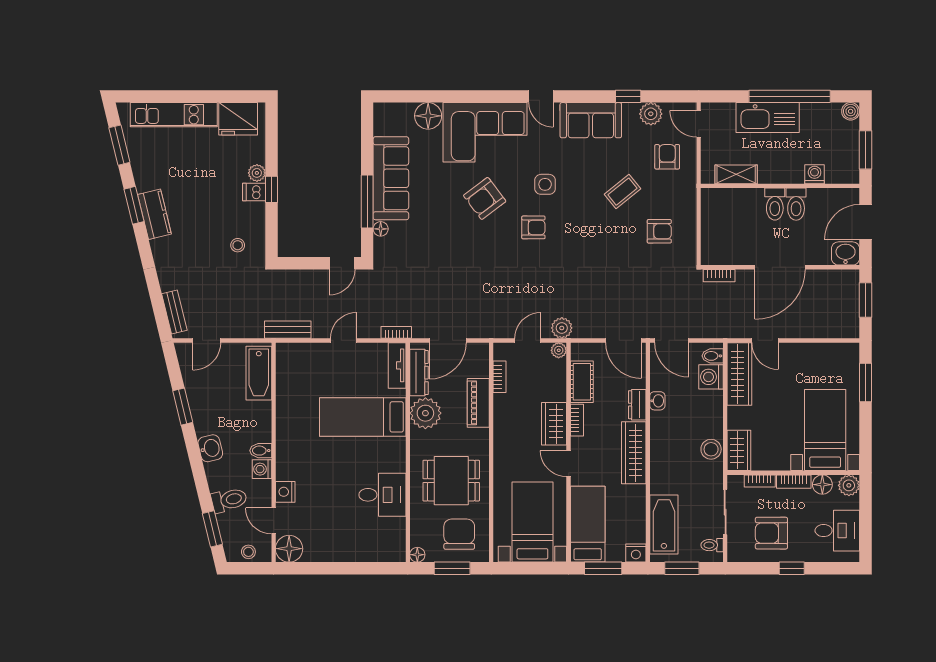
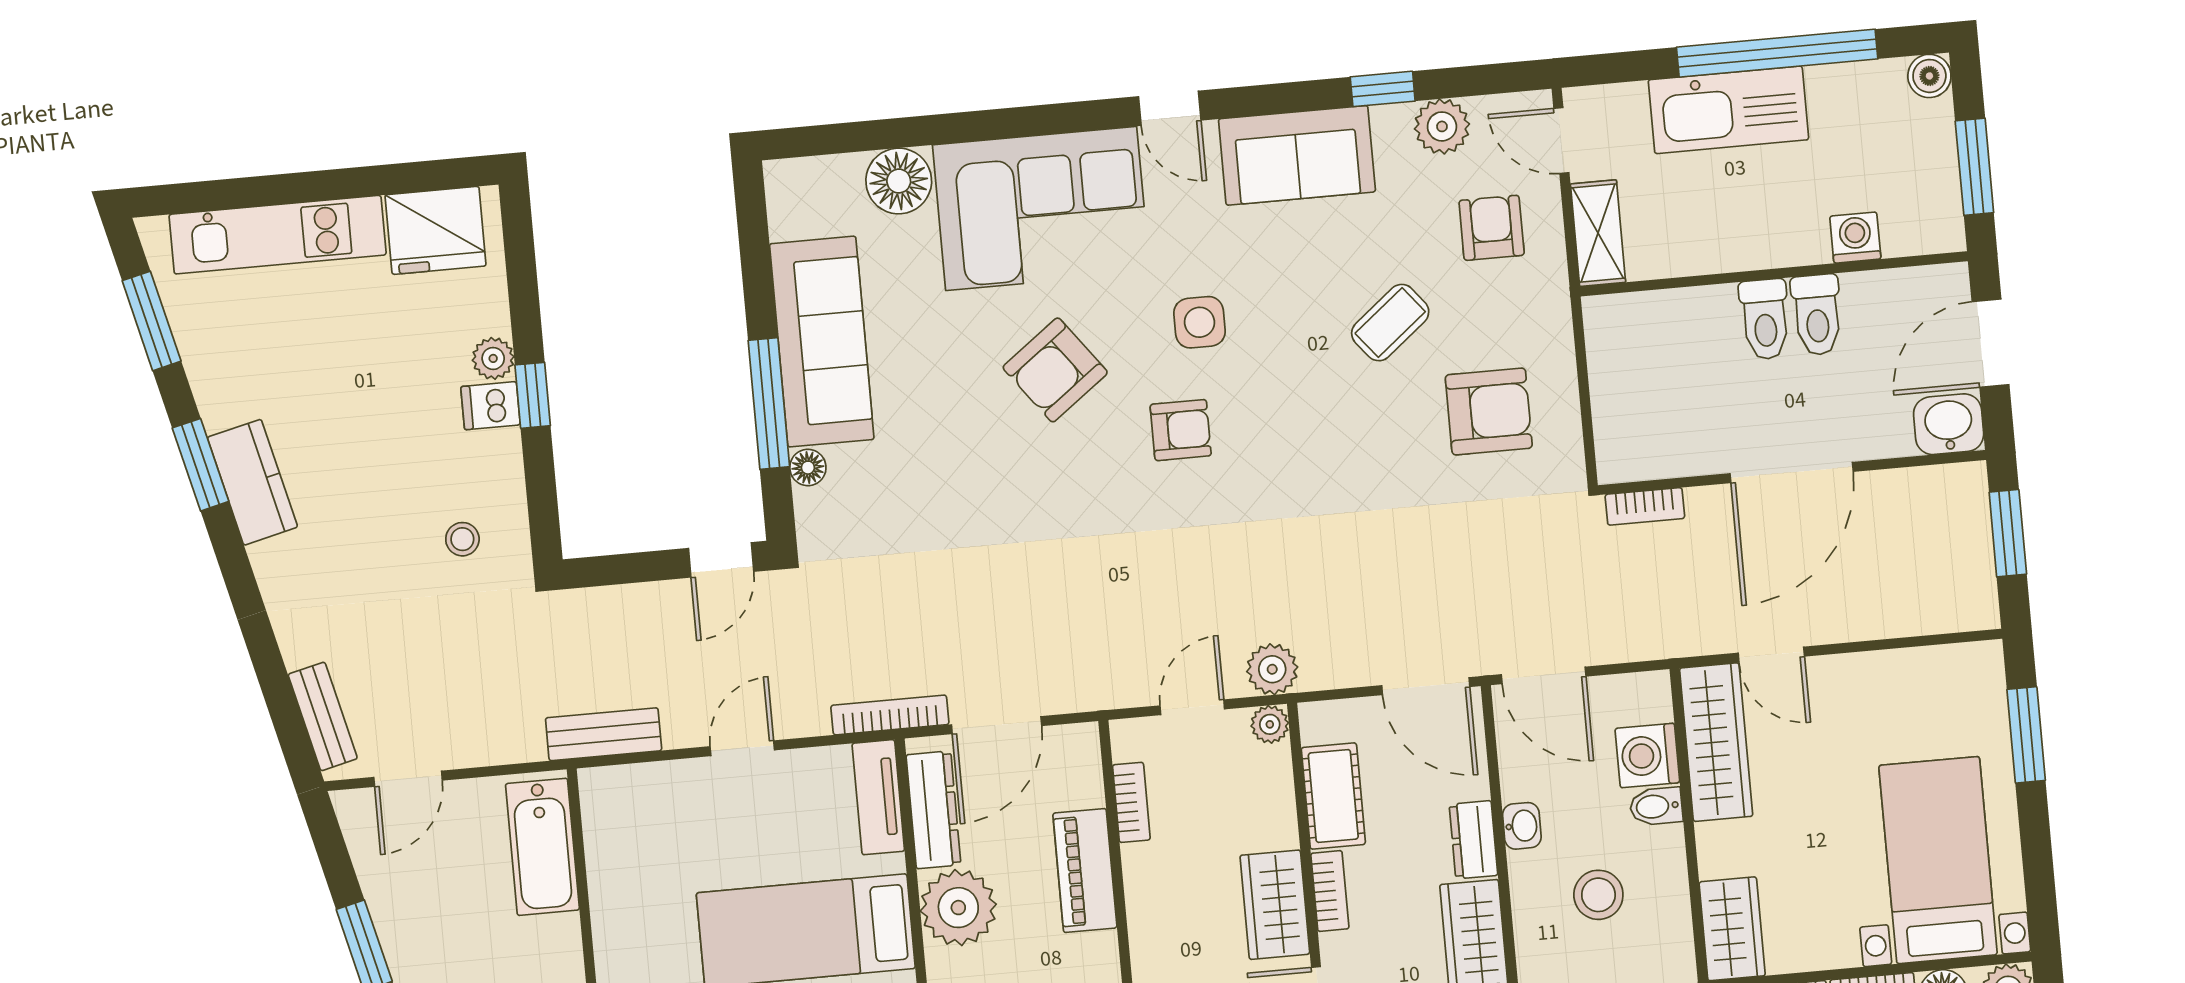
shelving: (736, 174) -> (1598, 233), moved, turned 90
armchair: (659, 231) -> (1489, 411), width x1.38, depth x1.38
bookcase: (396, 332) -> (890, 715), width x1.56
bidet: (713, 356) -> (1656, 806), moved
stool: (711, 449) -> (1598, 895), moved

